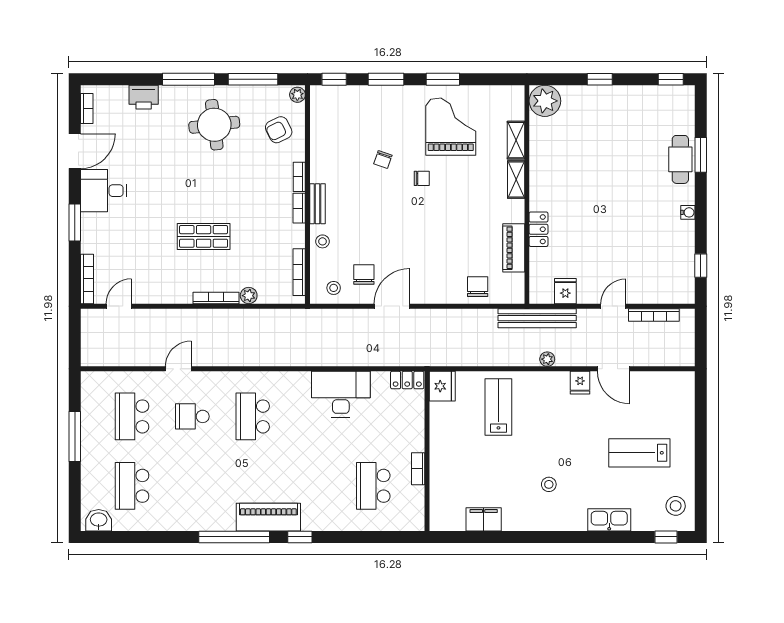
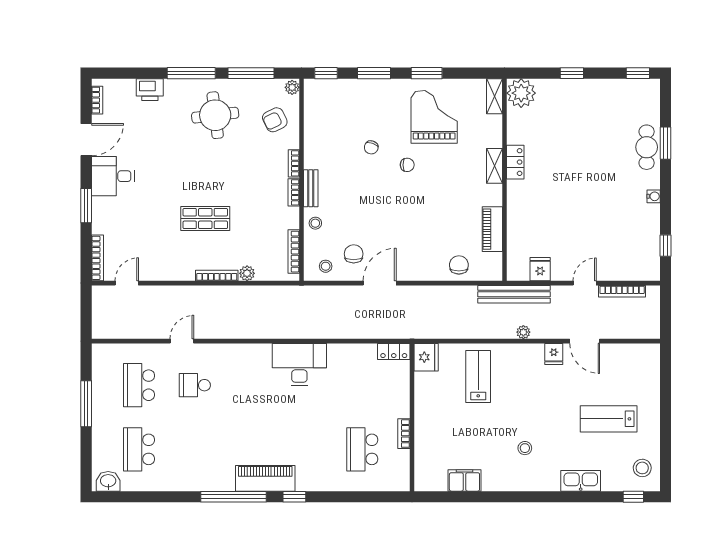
shelving: (516, 140) -> (494, 96), moved
locker: (539, 229) -> (515, 162), moved
desk: (341, 394) -> (299, 365), moved
school desk: (253, 416) -> (251, 385), removed

